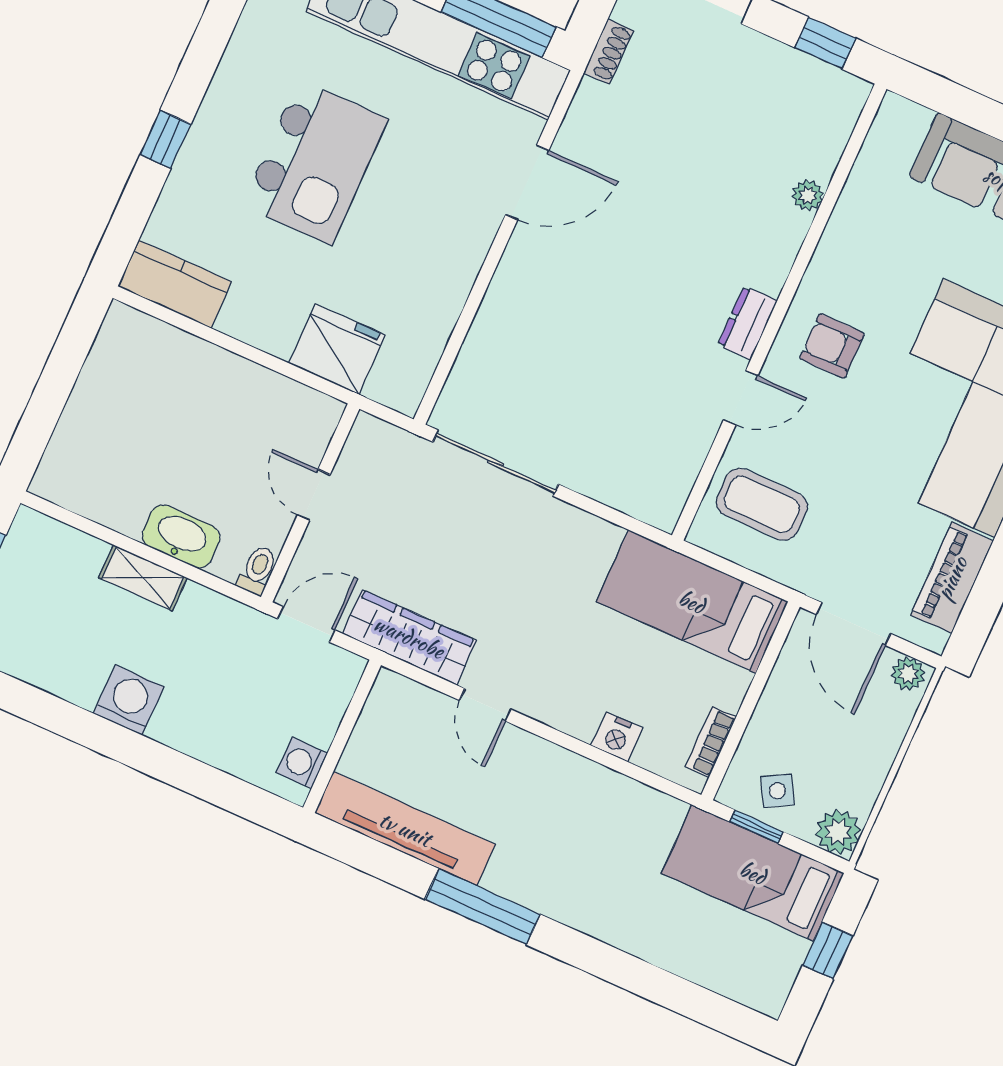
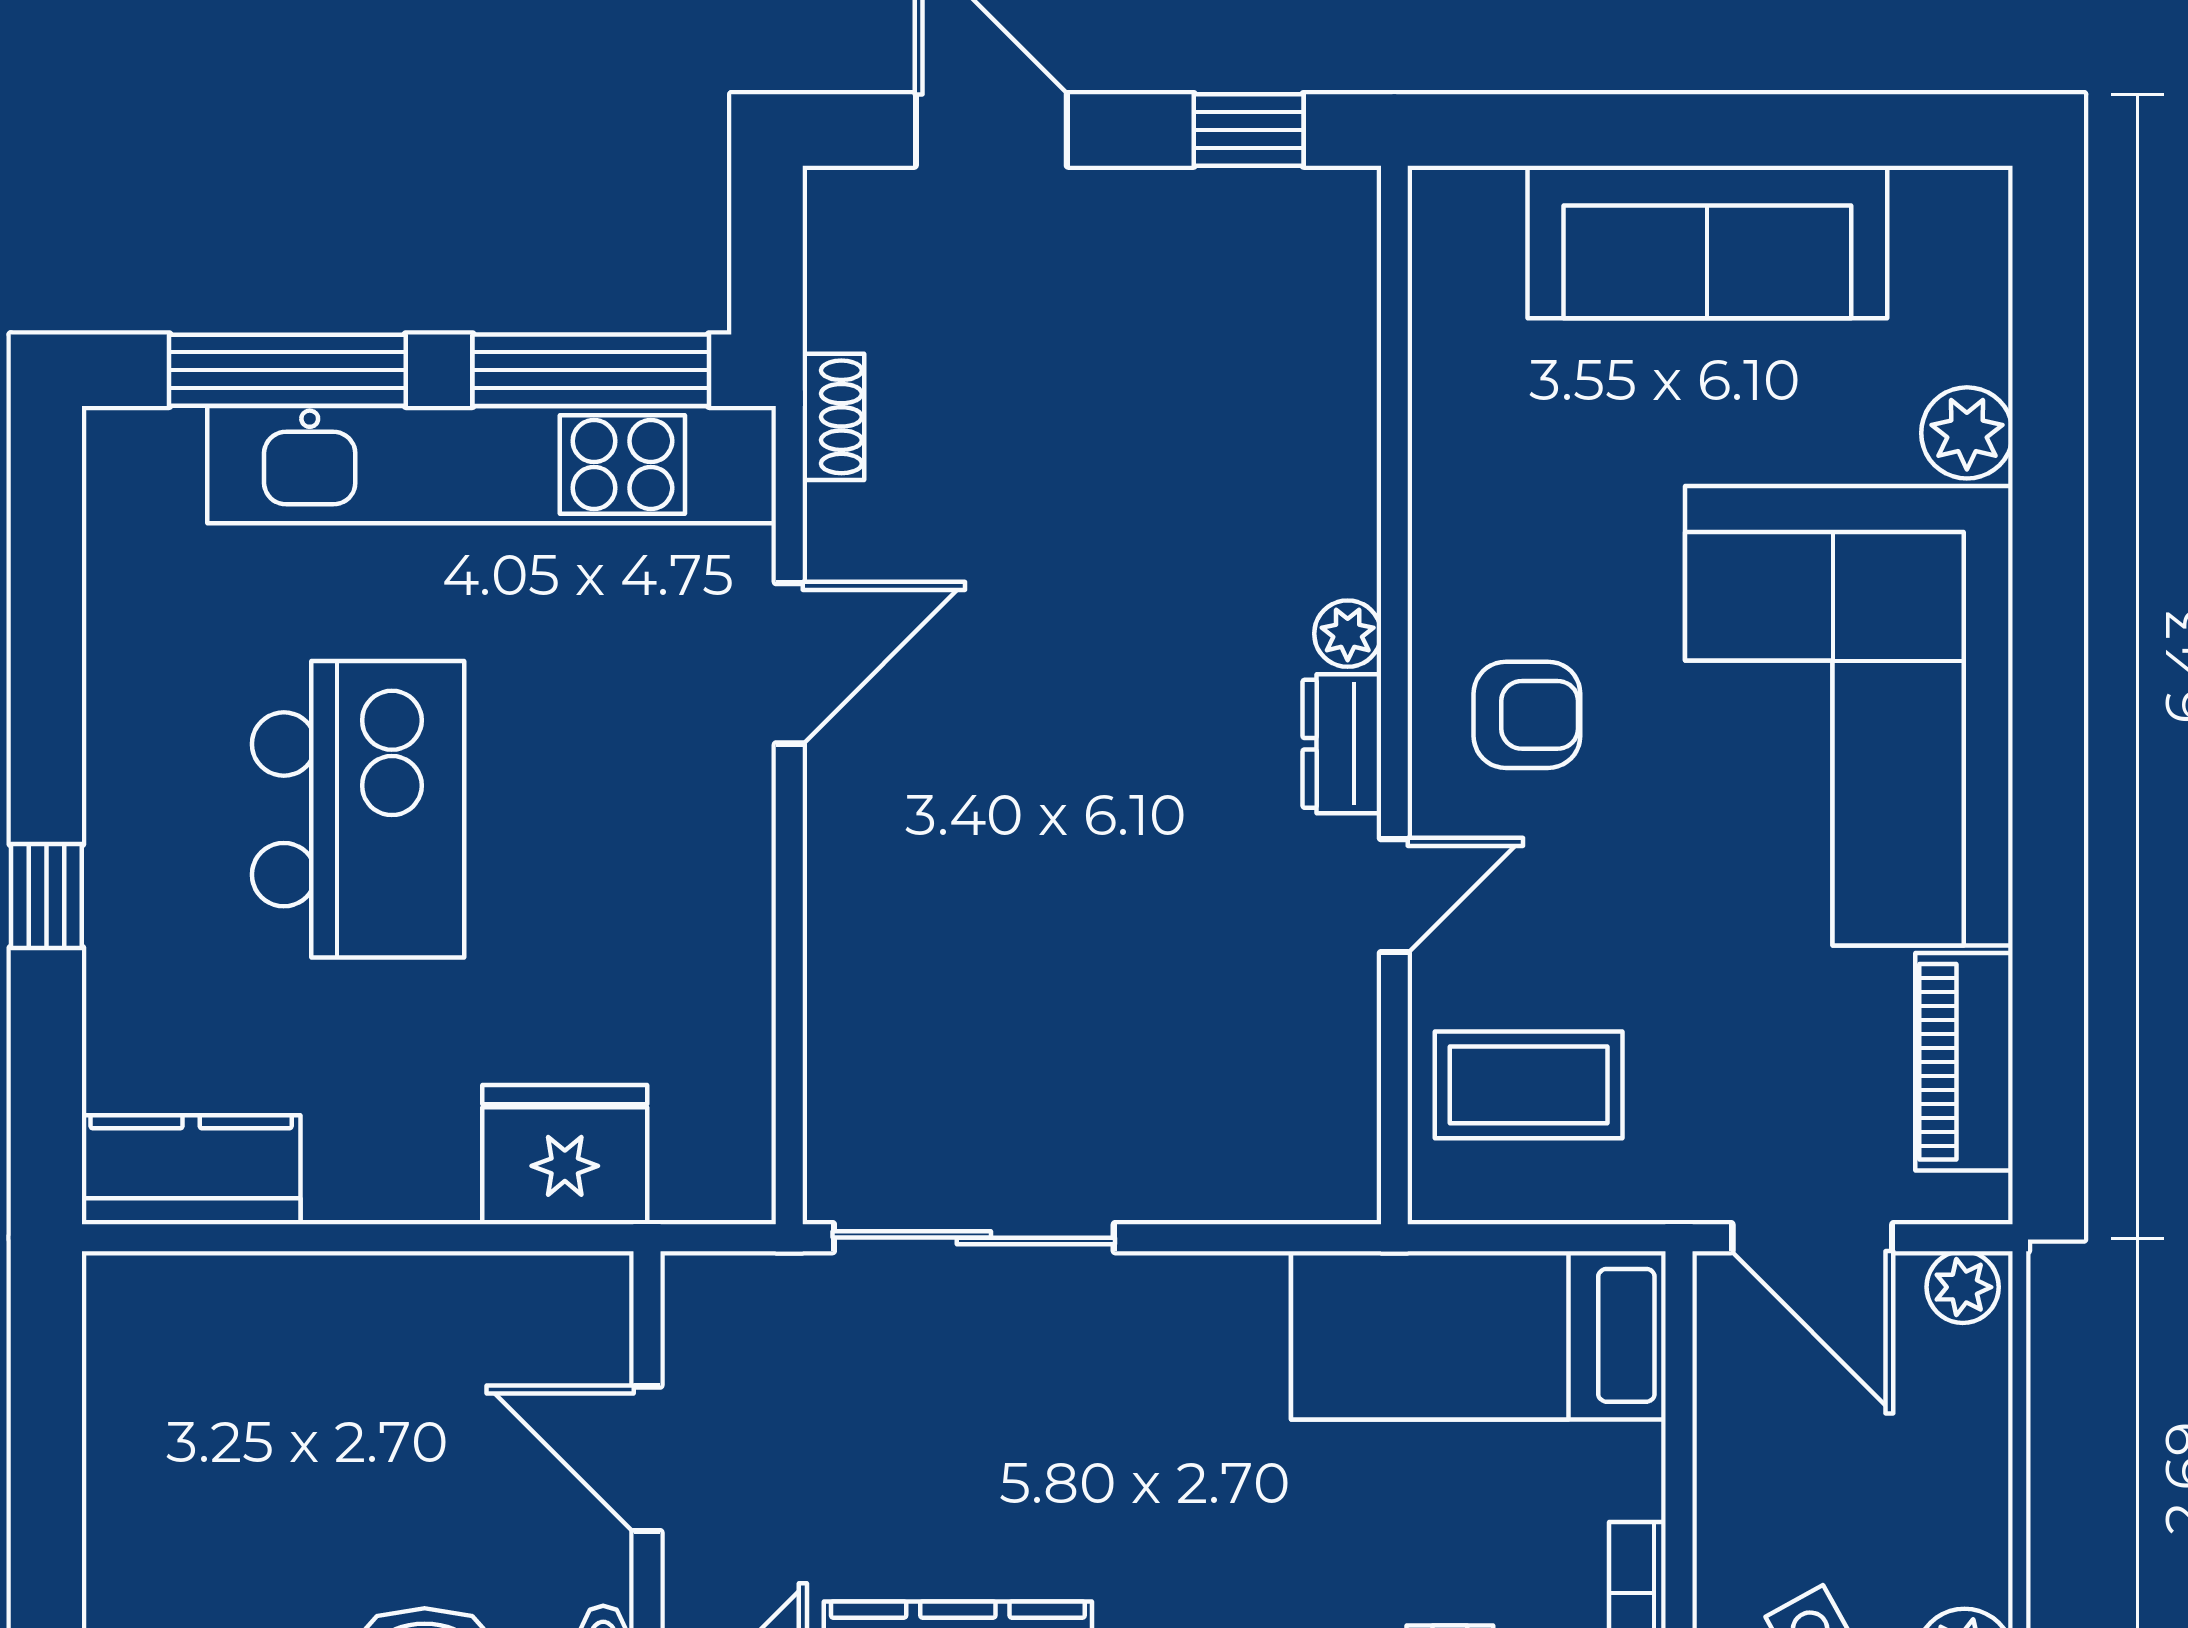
shoe rack: (608, 52) -> (833, 417), moved
plant: (808, 195) -> (1348, 634), moved
armchair: (832, 346) -> (1527, 715), turned 180
door: (314, 495) -> (647, 1459), width x1.38

